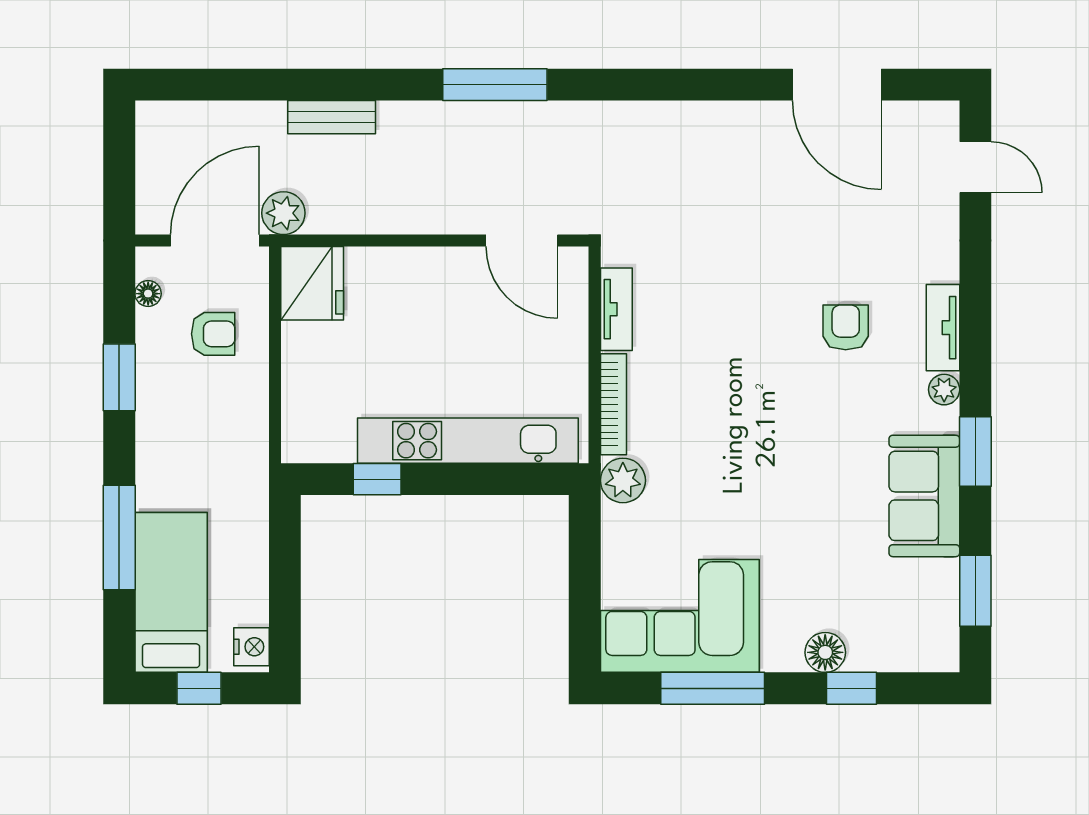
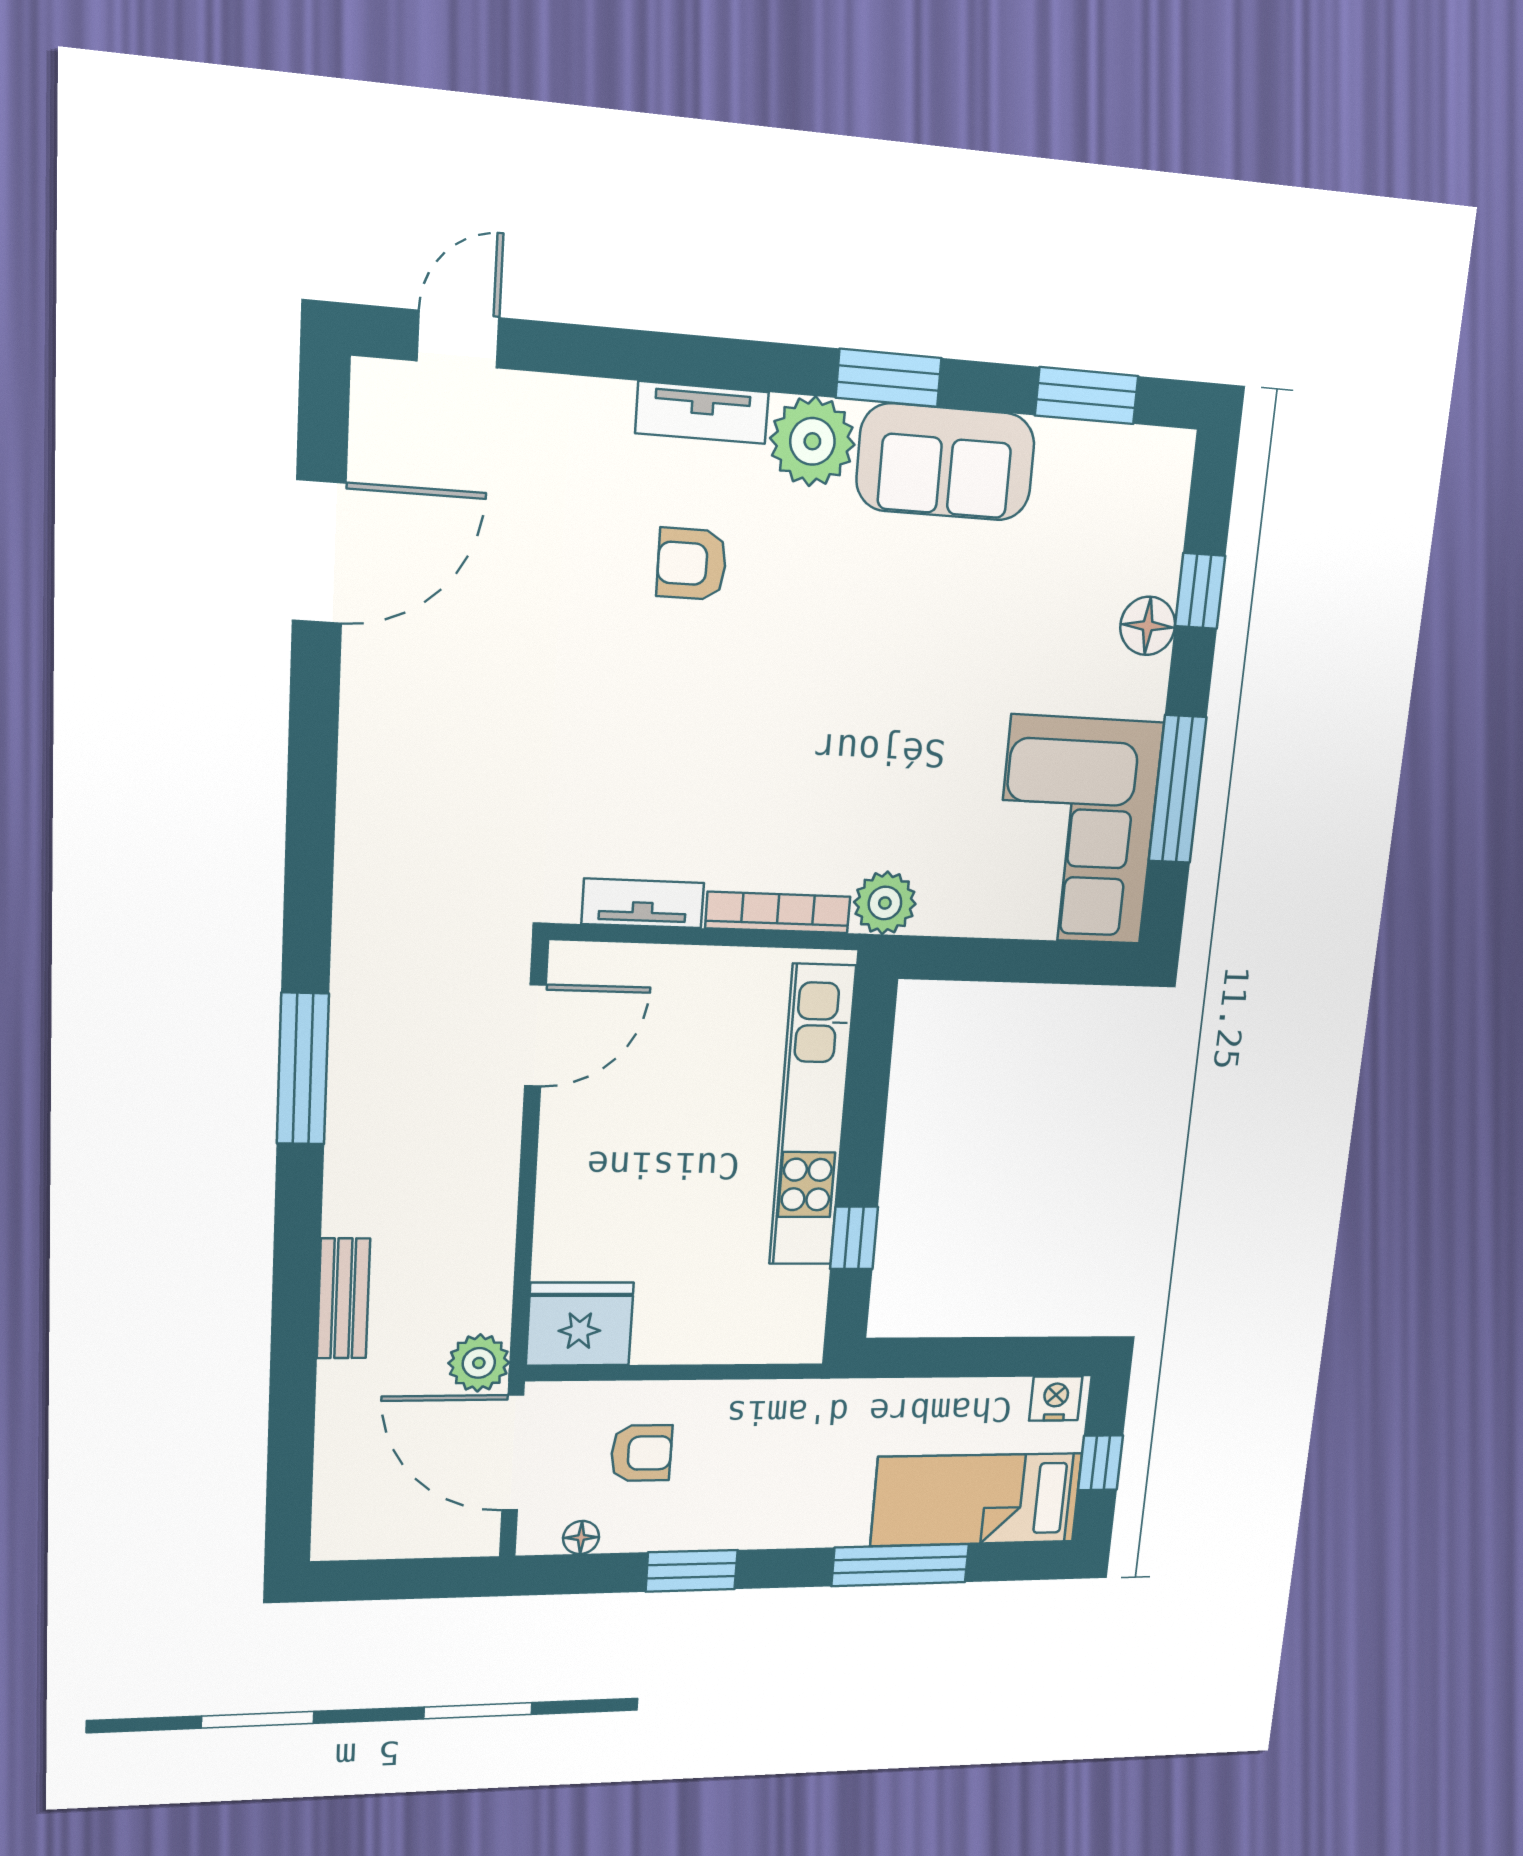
armchair: (213, 334) -> (641, 1453), turned 90
plant: (944, 390) -> (812, 441), width x1.88, depth x1.88

